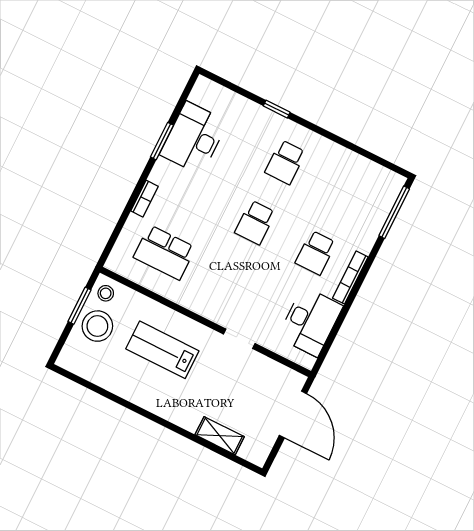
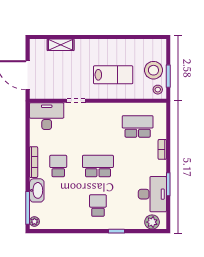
plant: (215, 96) -> (152, 222), added
plant: (394, 186) -> (34, 222), added
school desk: (255, 222) -> (98, 166), width x1.85
washbasin: (367, 232) -> (37, 190), added
desk: (310, 322) -> (47, 116), moved, turned 90

